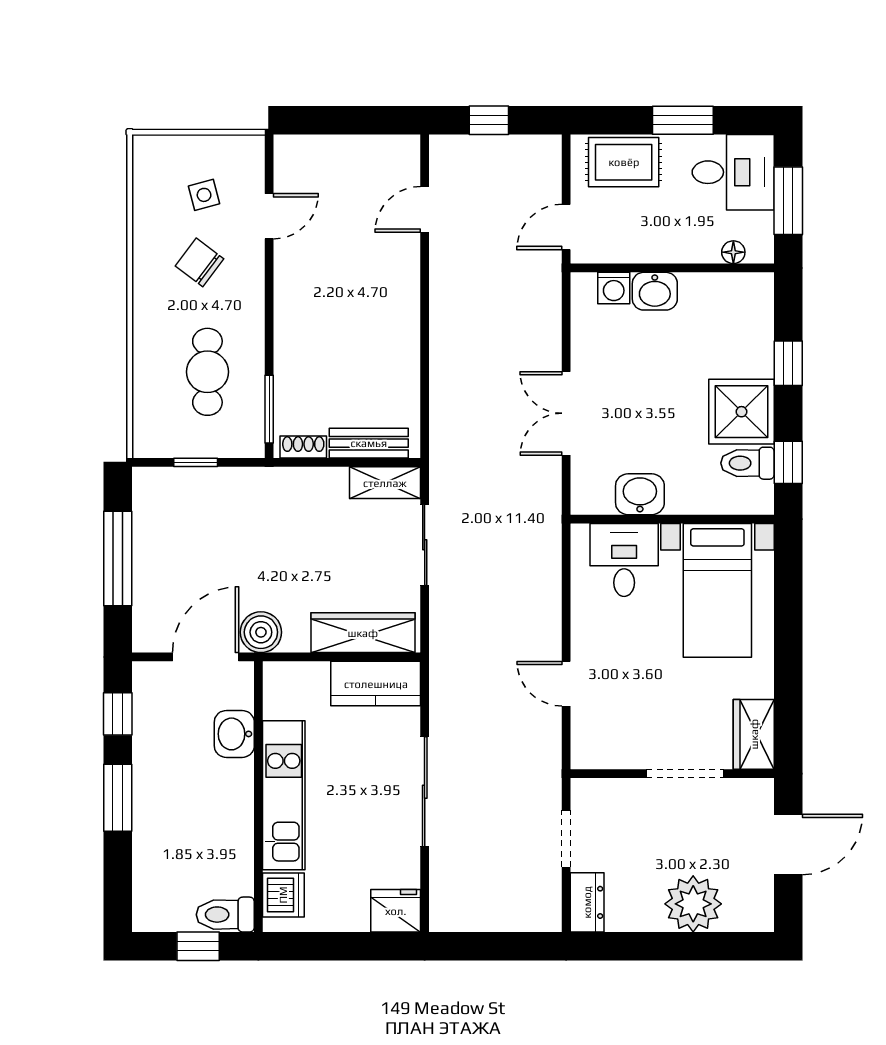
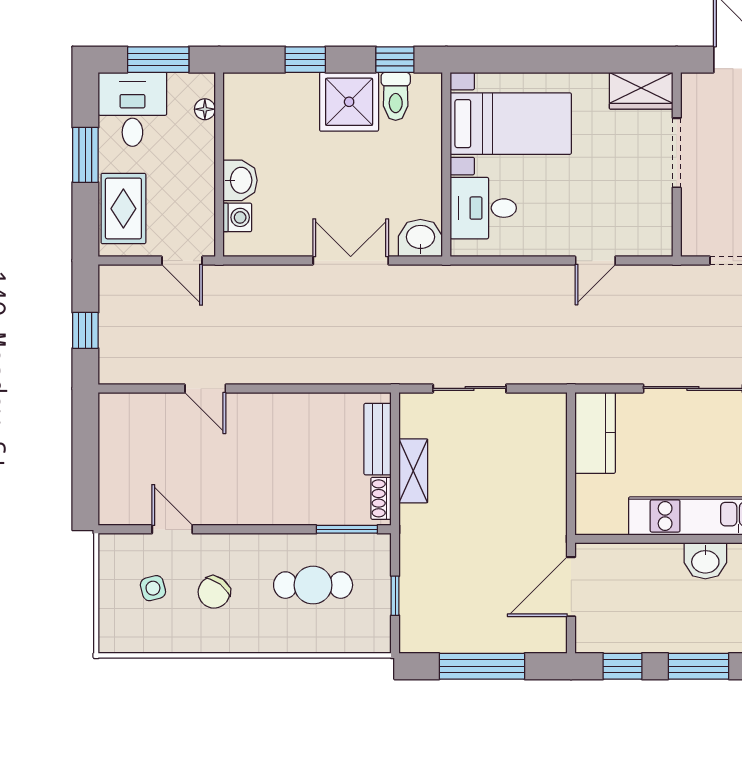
door: (425, 209) -> (205, 388), moved
double door: (566, 413) -> (351, 261), swing flipped
shelving: (385, 483) -> (413, 471), moved
washbasin: (640, 494) -> (420, 238), moved, turned 90
boiler: (261, 632) -> (549, 537), removed
wardrobe: (363, 633) -> (549, 444), removed
door: (206, 657) -> (571, 587), hinge flipped
washbasin: (234, 734) -> (705, 561), moved

